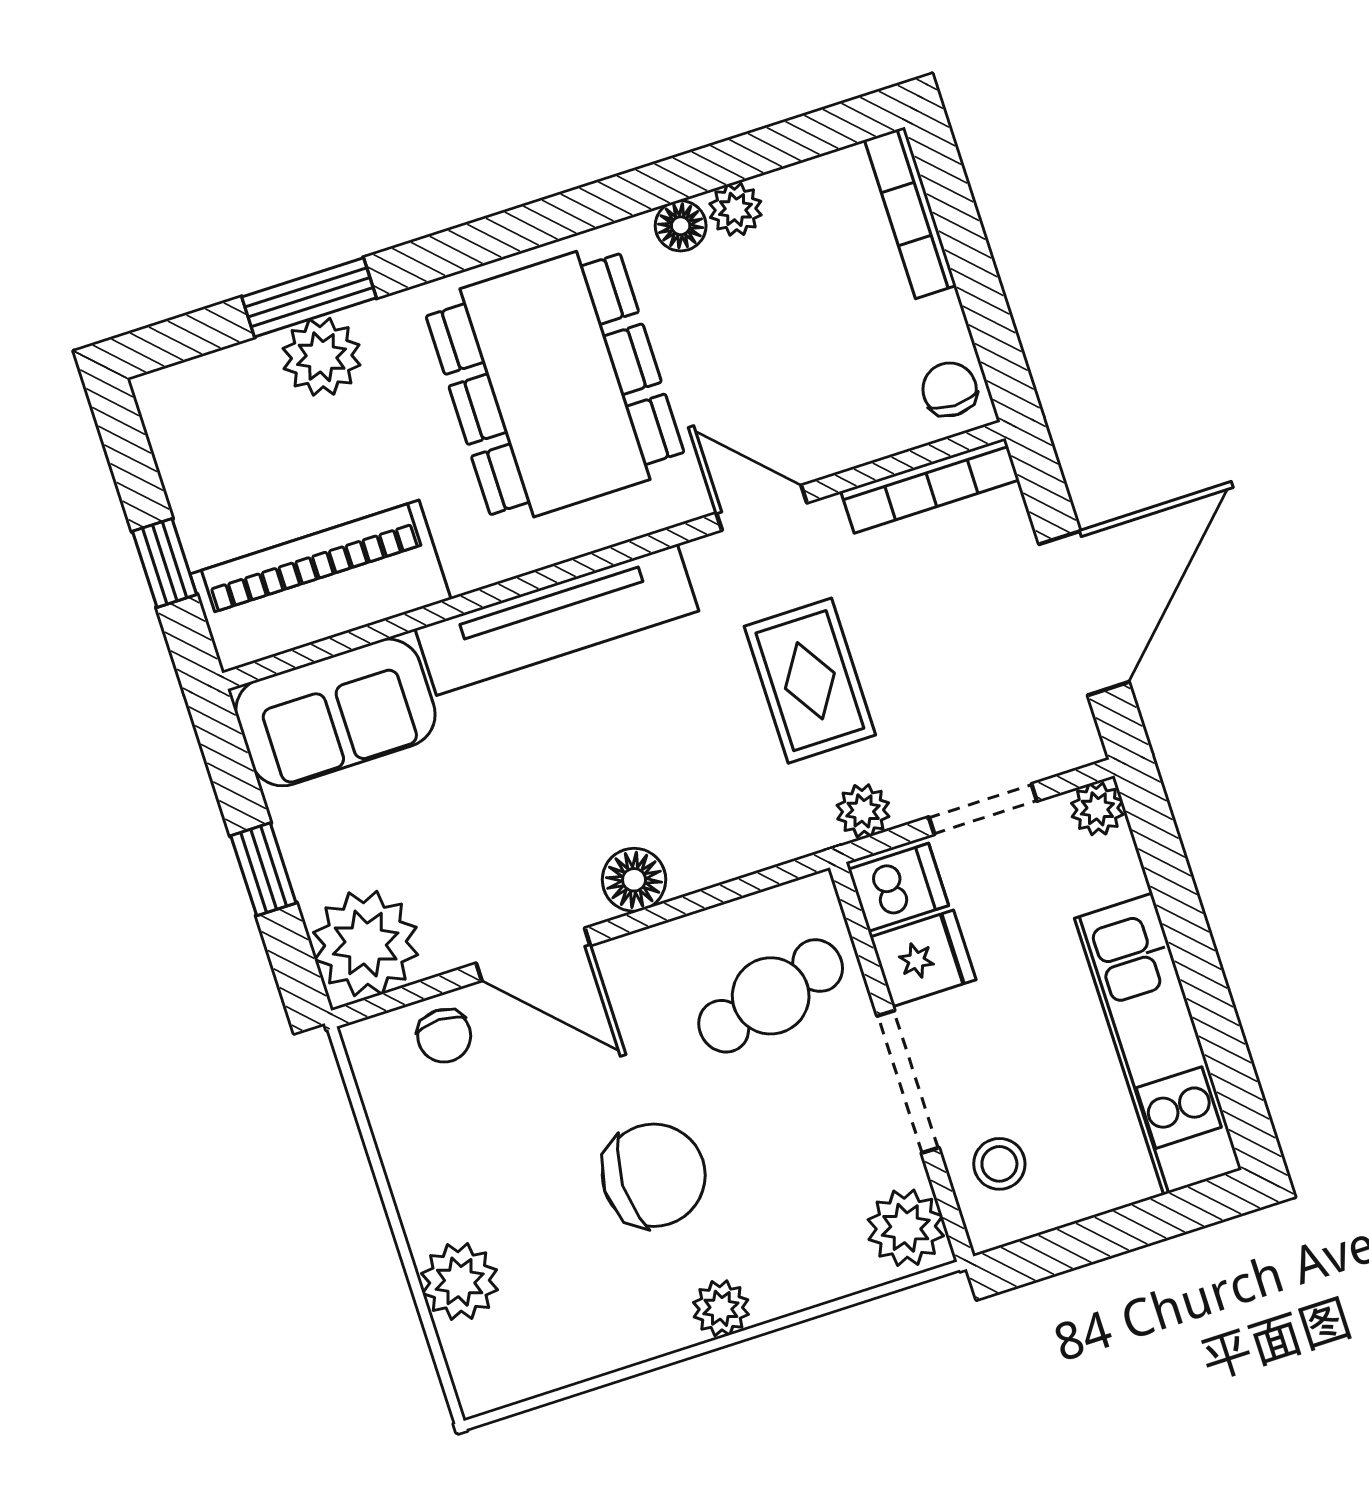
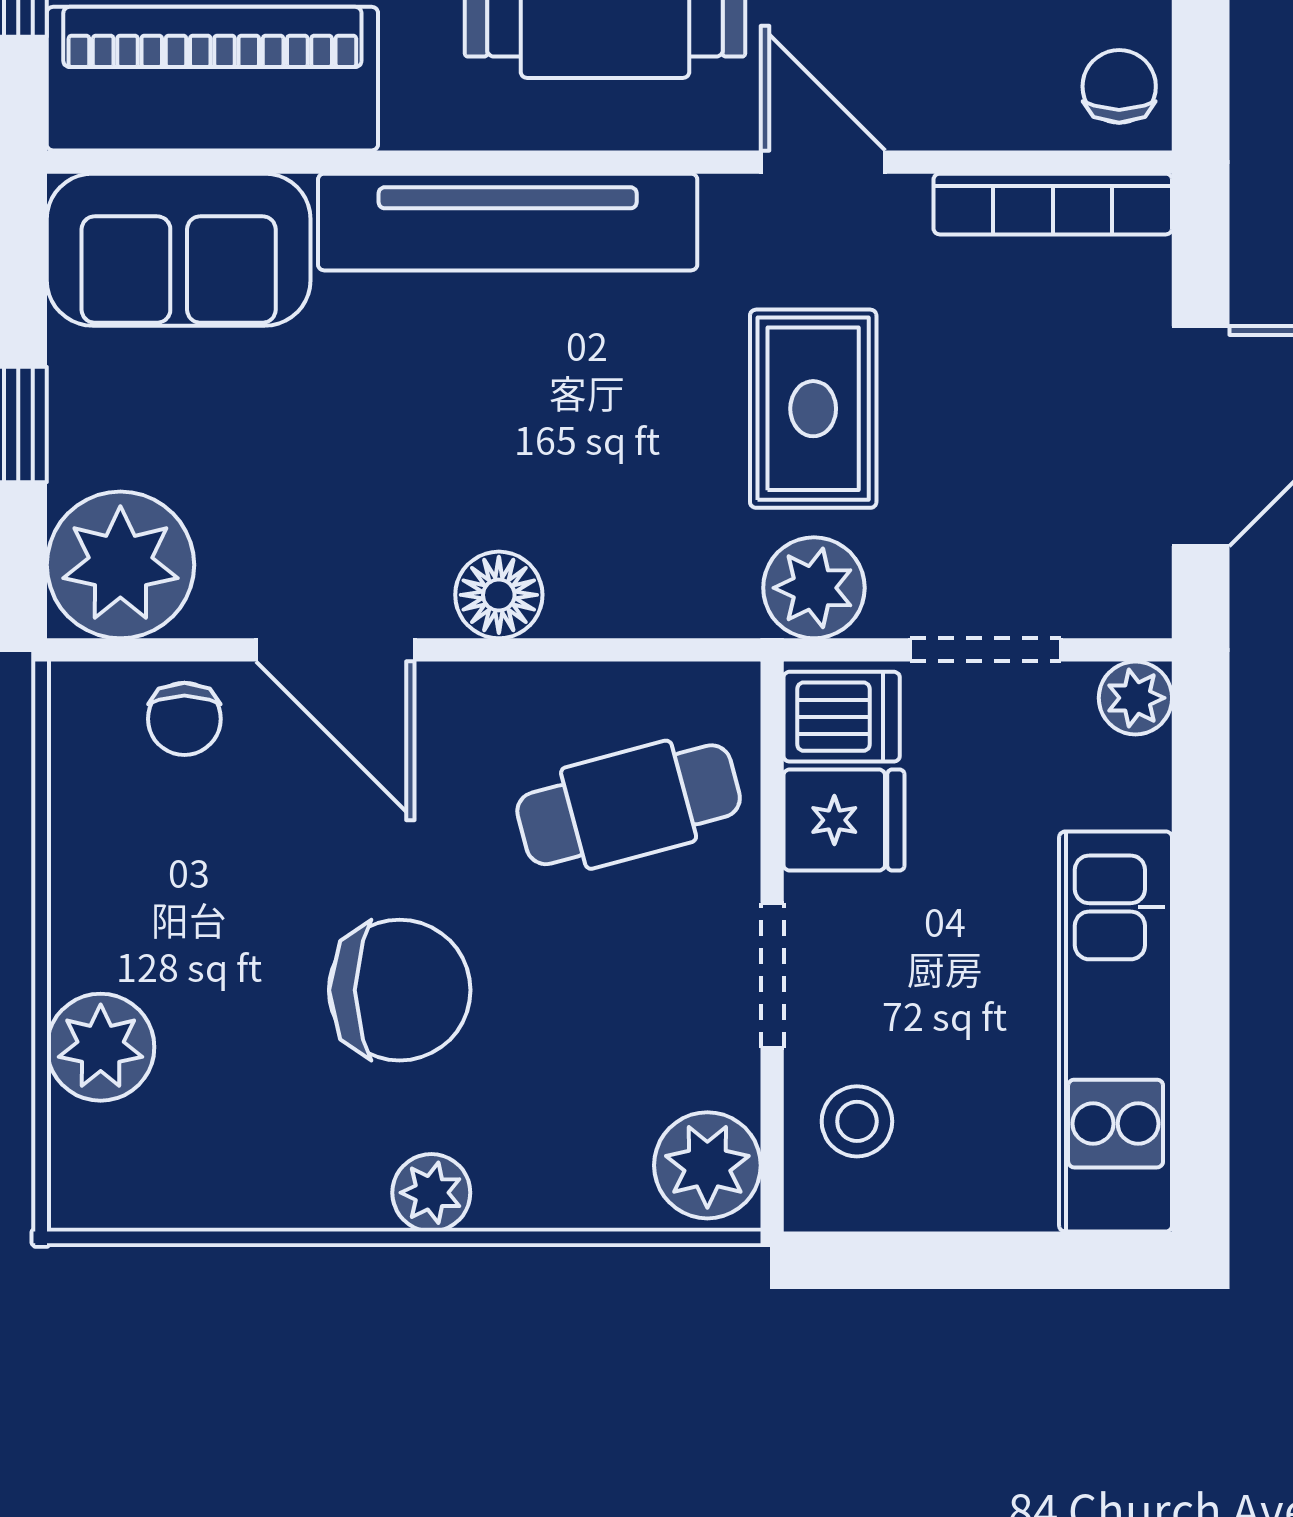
plant: (863, 811) -> (814, 588), width x1.38, depth x1.38
doorway: (908, 1082) -> (772, 975), width x0.73

